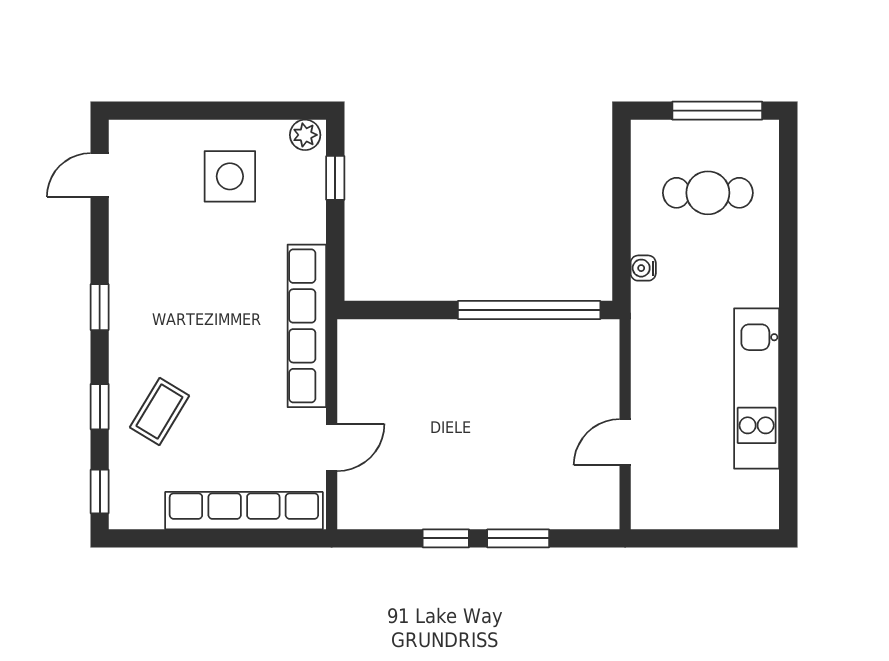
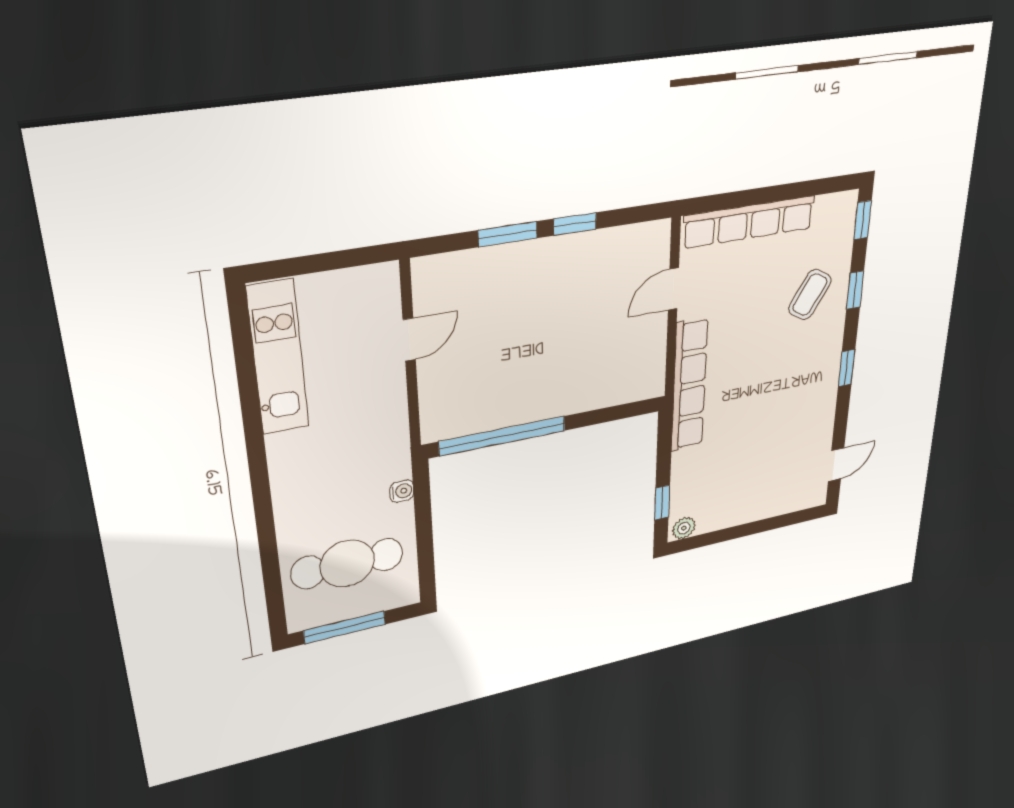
side table: (230, 176) -> (742, 485), removed
cafe table: (708, 193) -> (347, 563), width x1.37, depth x1.35
kitchen unit: (757, 389) -> (278, 358), moved

